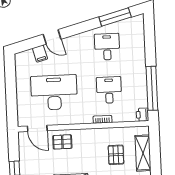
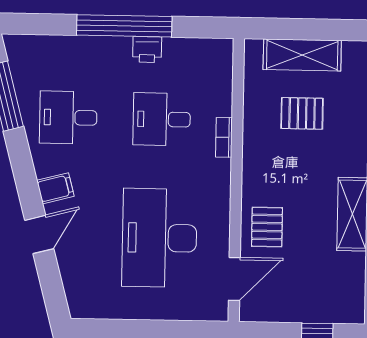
filing cabinet: (40, 54) -> (55, 188), moved
window: (152, 88) -> (124, 26), moved
printer: (142, 115) -> (147, 49), moved

